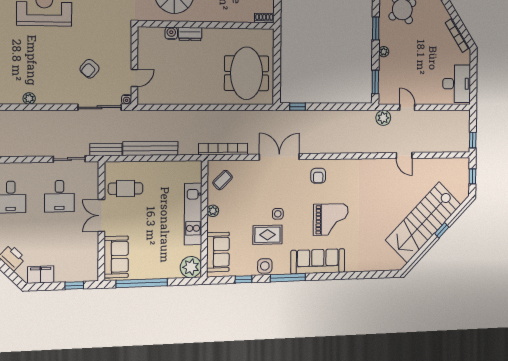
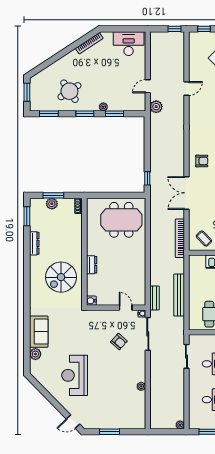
water cooler: (171, 33) -> (91, 301), moved
window: (375, 82) -> (115, 114), moved
bench: (106, 150) -> (155, 298), moved

